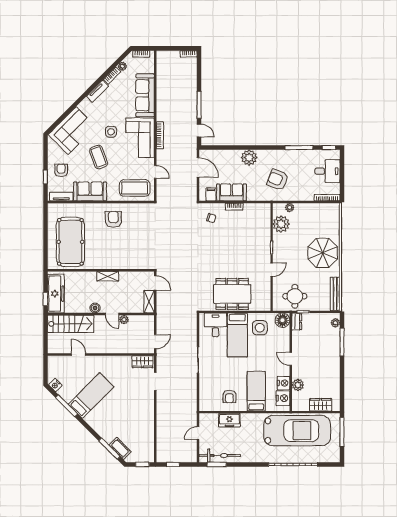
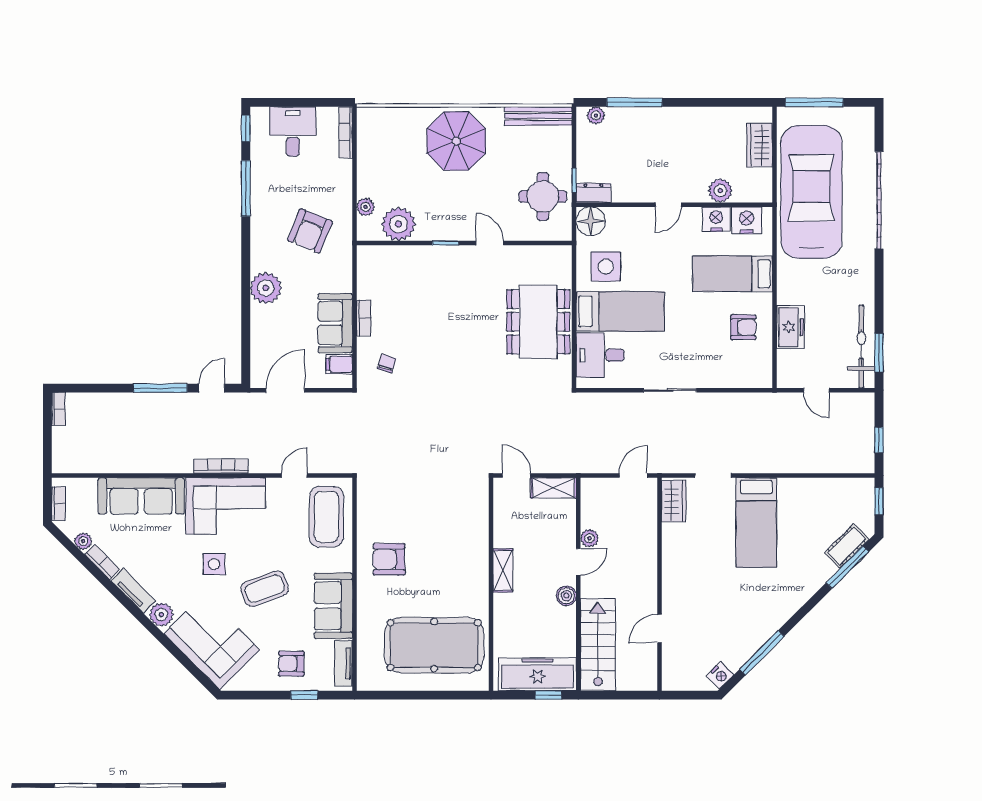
plant: (86, 105) -> (161, 615), added
door: (155, 283) -> (516, 475), hinge flipped
door: (155, 342) -> (633, 475), hinge flipped
bed: (91, 396) -> (756, 522), moved, turned -135

